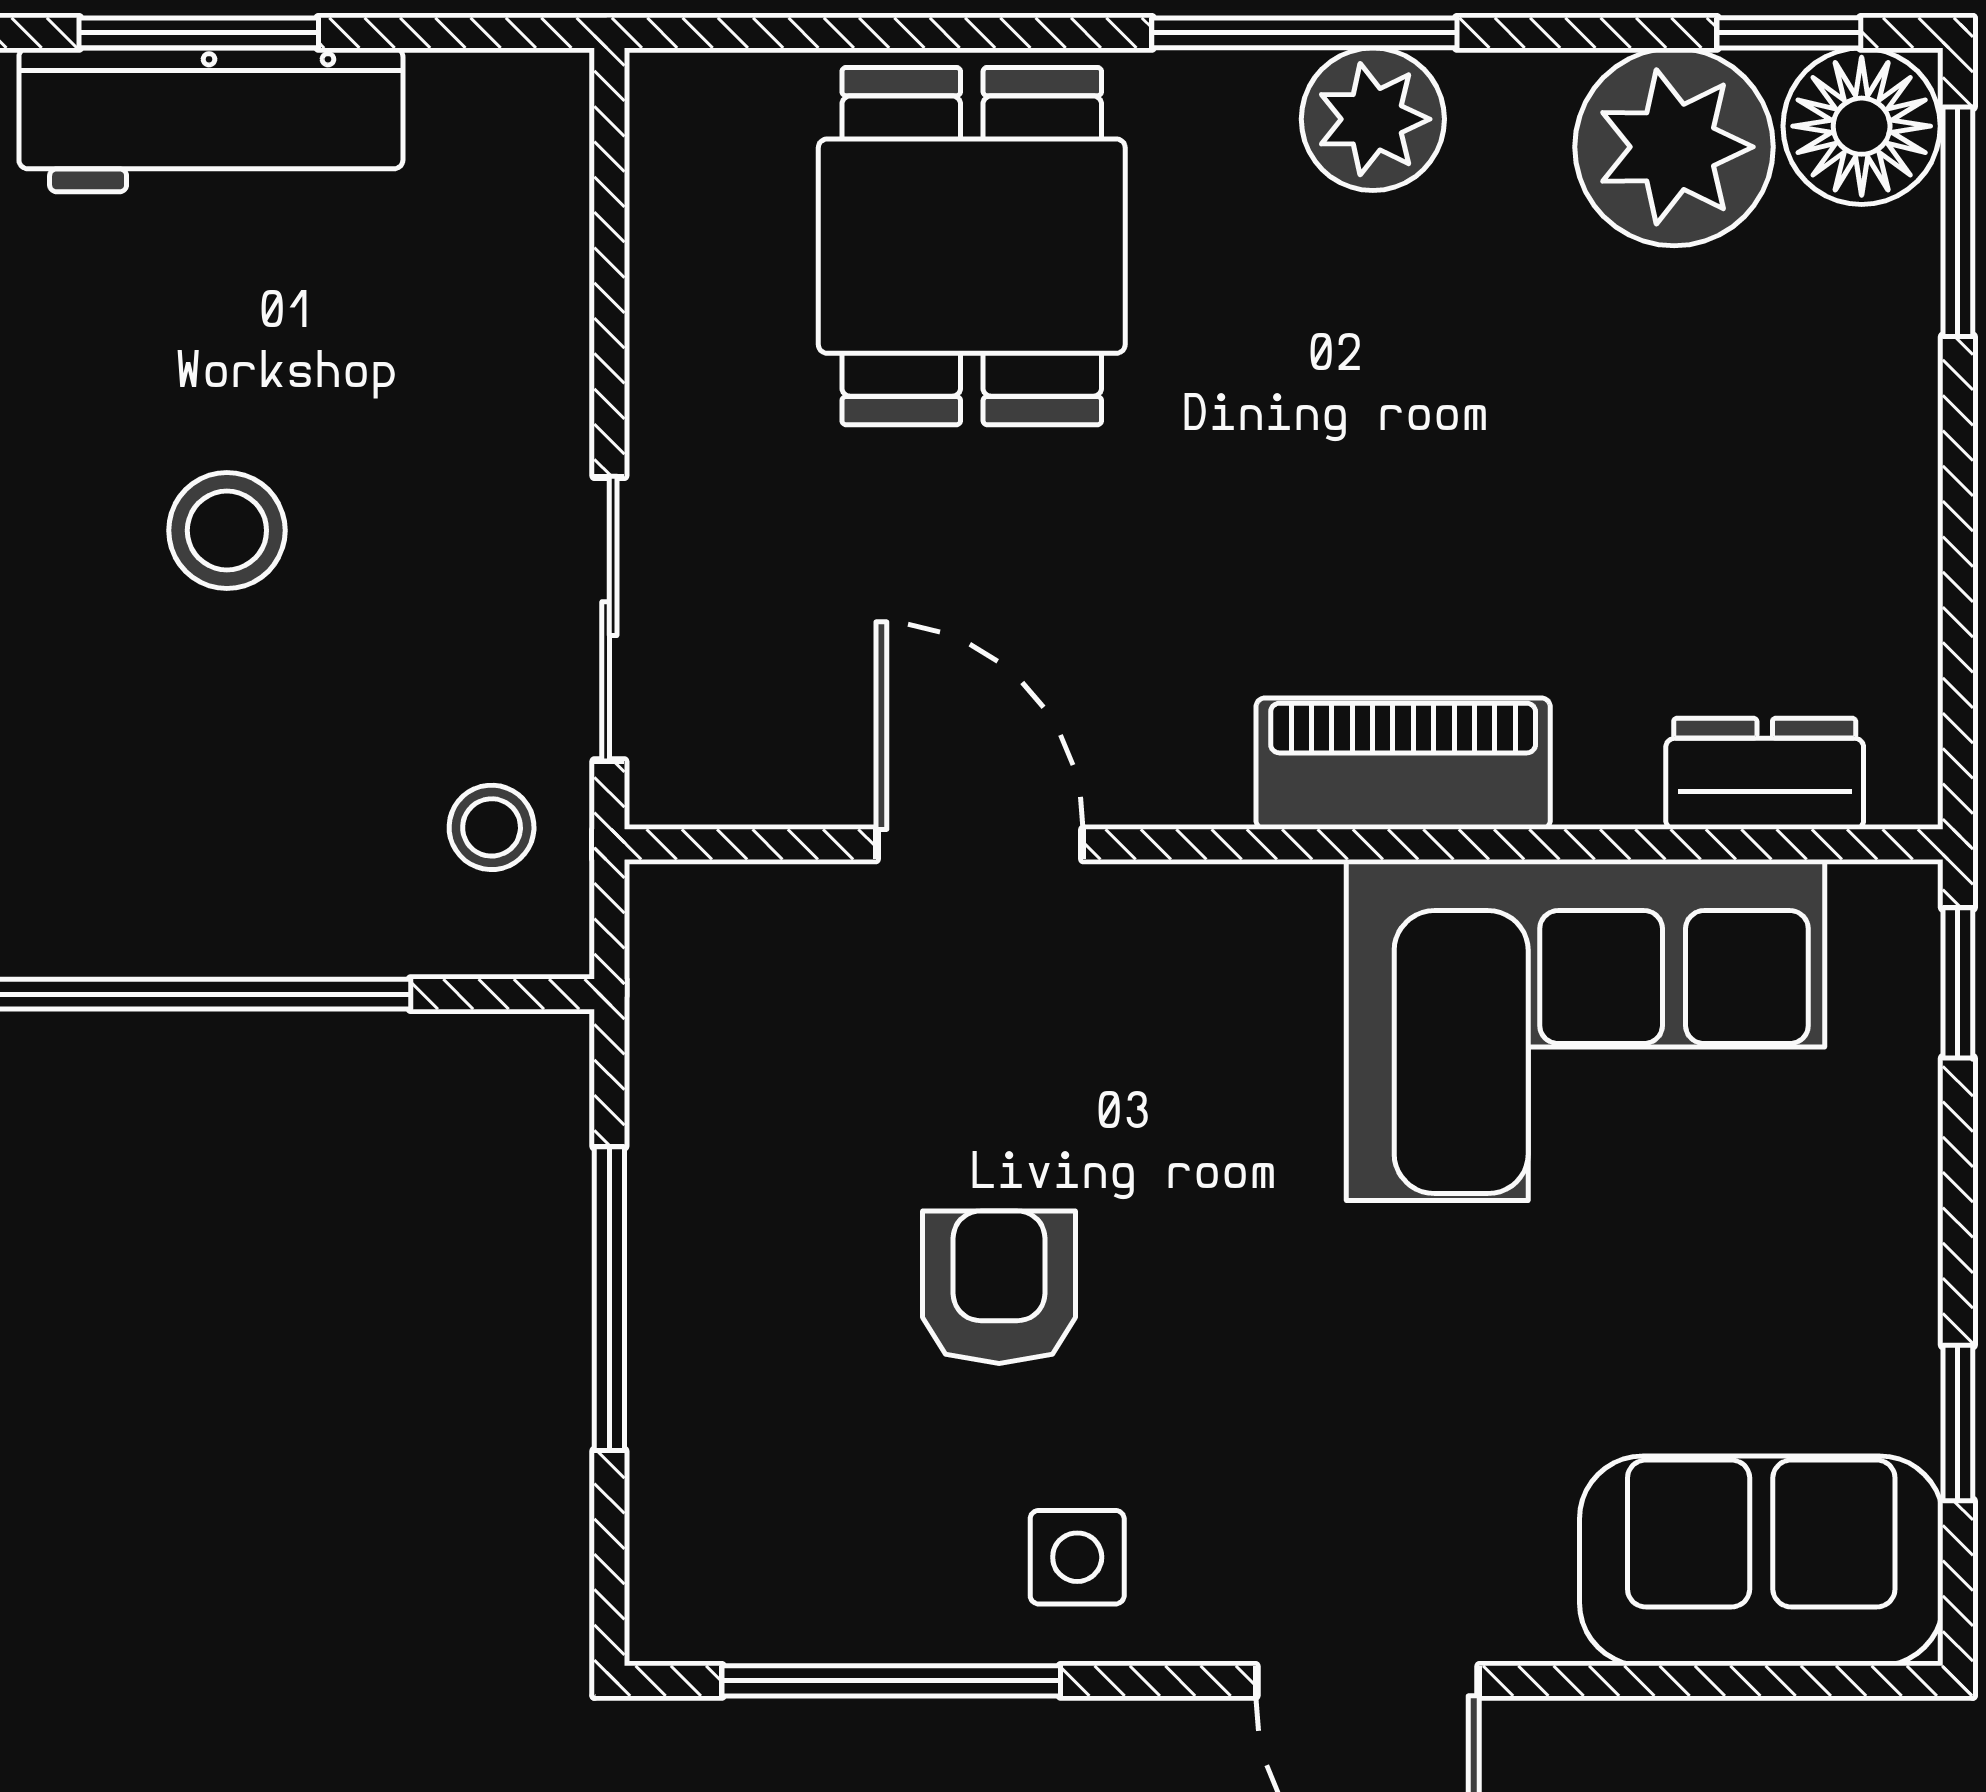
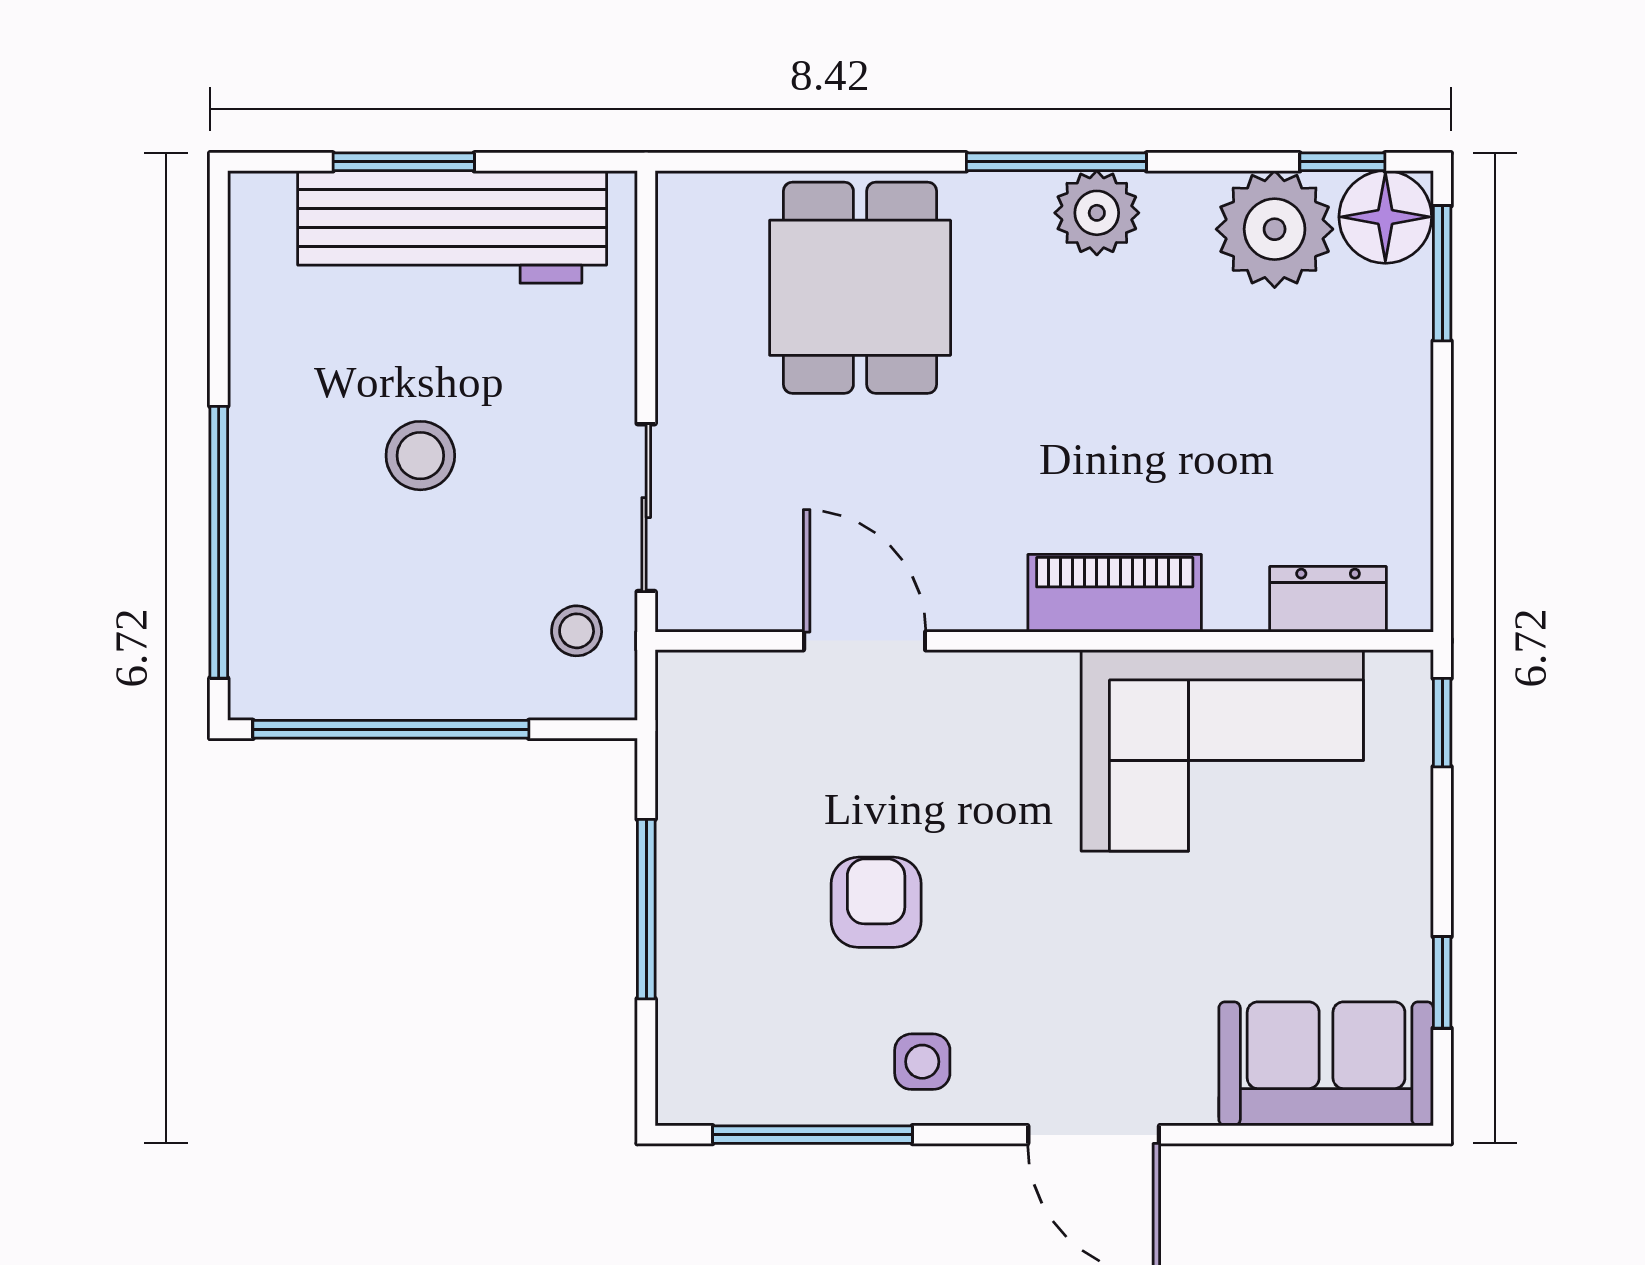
workbench: (211, 120) -> (452, 227), width x1.36, depth x1.32

